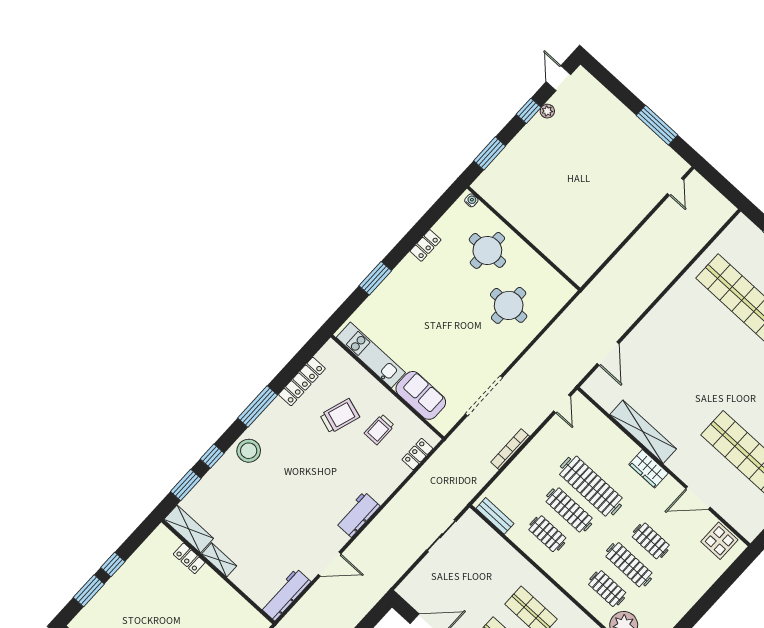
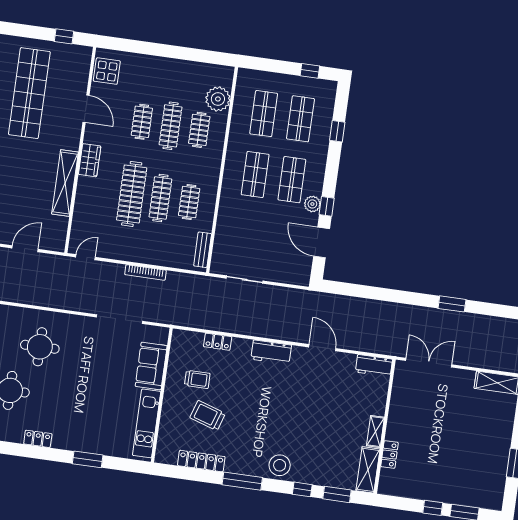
locker: (417, 454) -> (218, 342), moved
workbench: (285, 595) -> (374, 366), width x0.73

